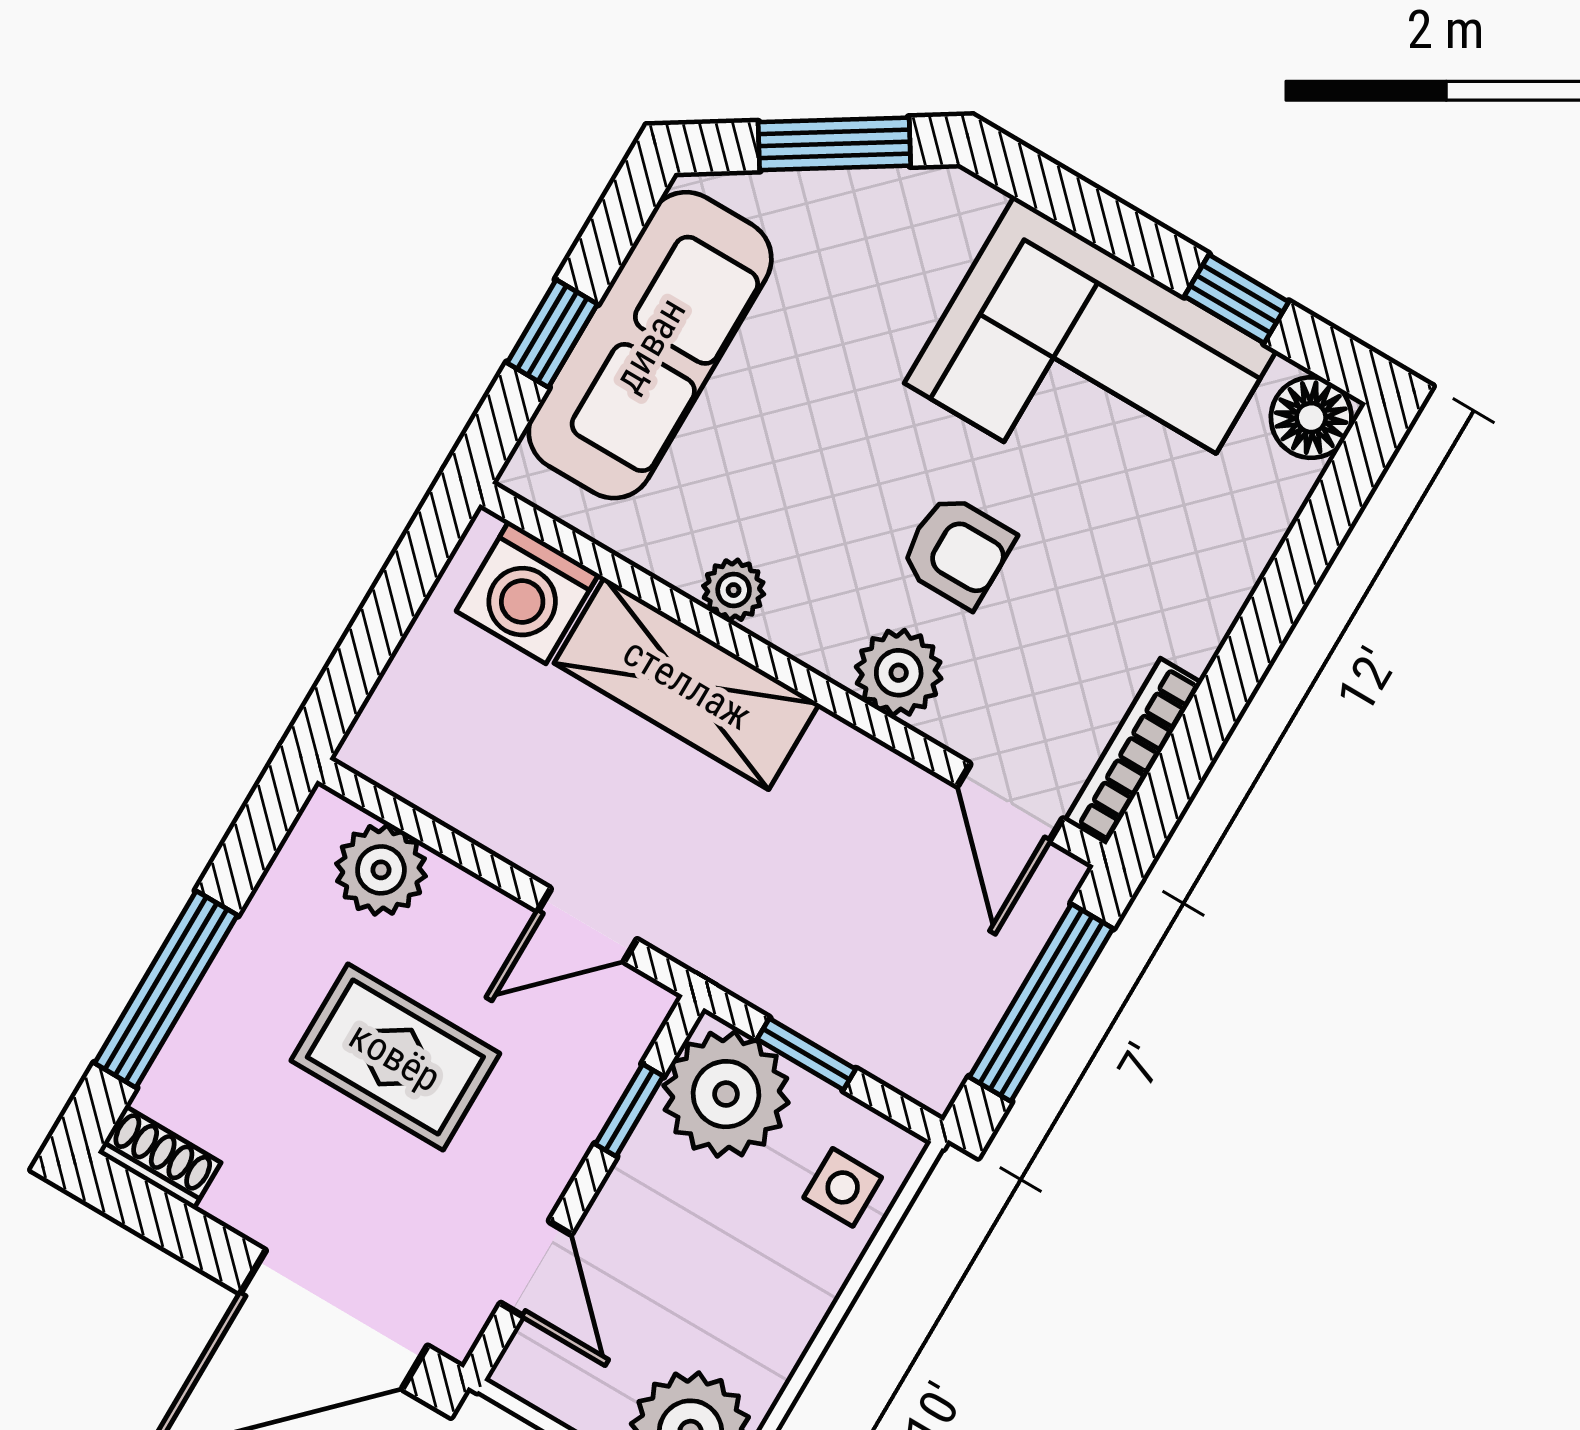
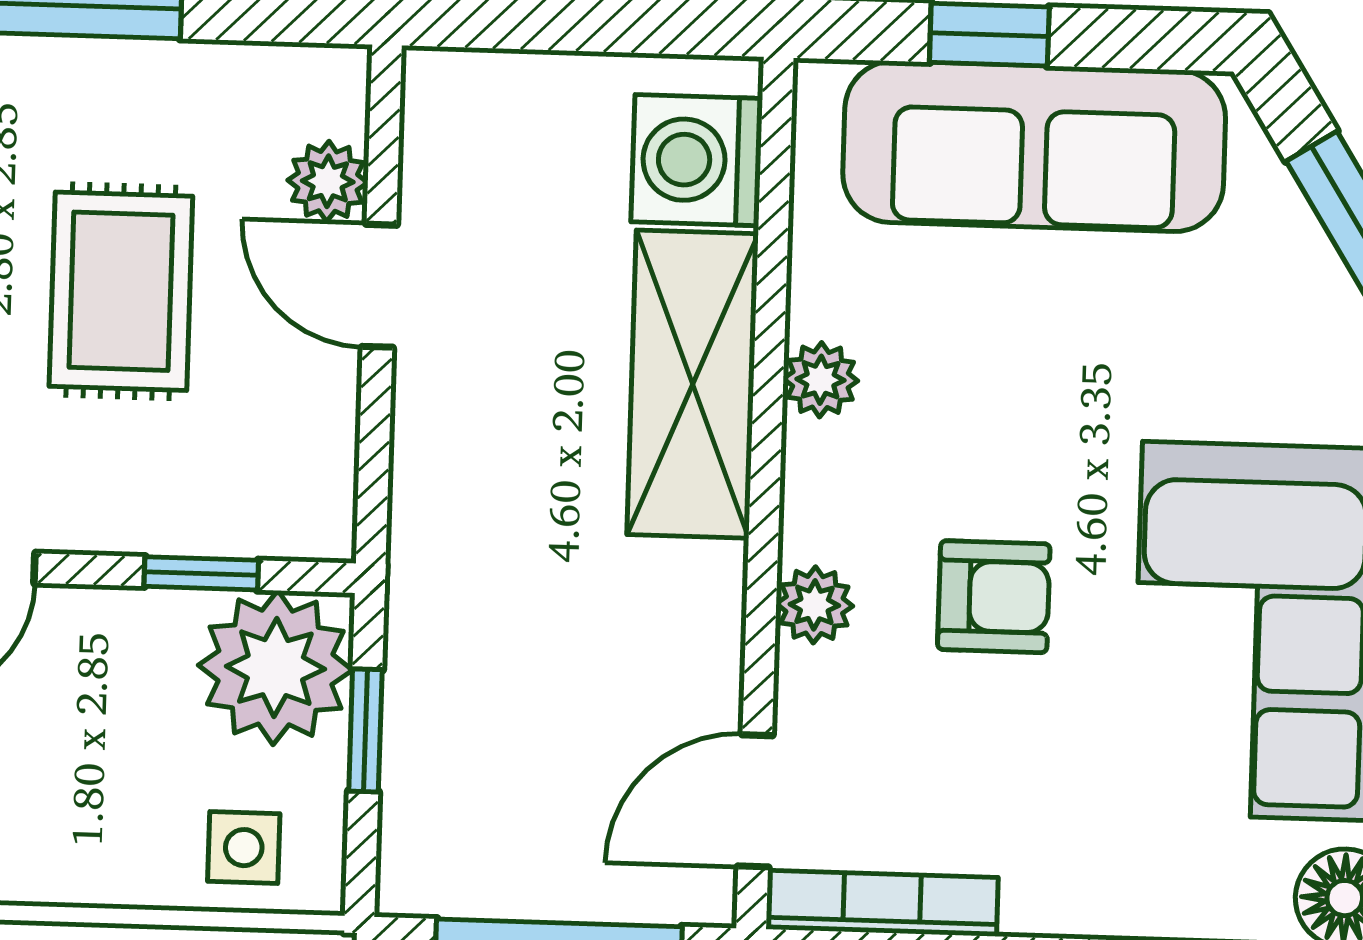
armchair: (957, 551) -> (994, 597), turned -90
plant: (899, 673) -> (814, 605), width x0.73, depth x0.73
plant: (381, 870) -> (328, 181), width x0.73, depth x0.73
door: (587, 925) -> (379, 286), moved

